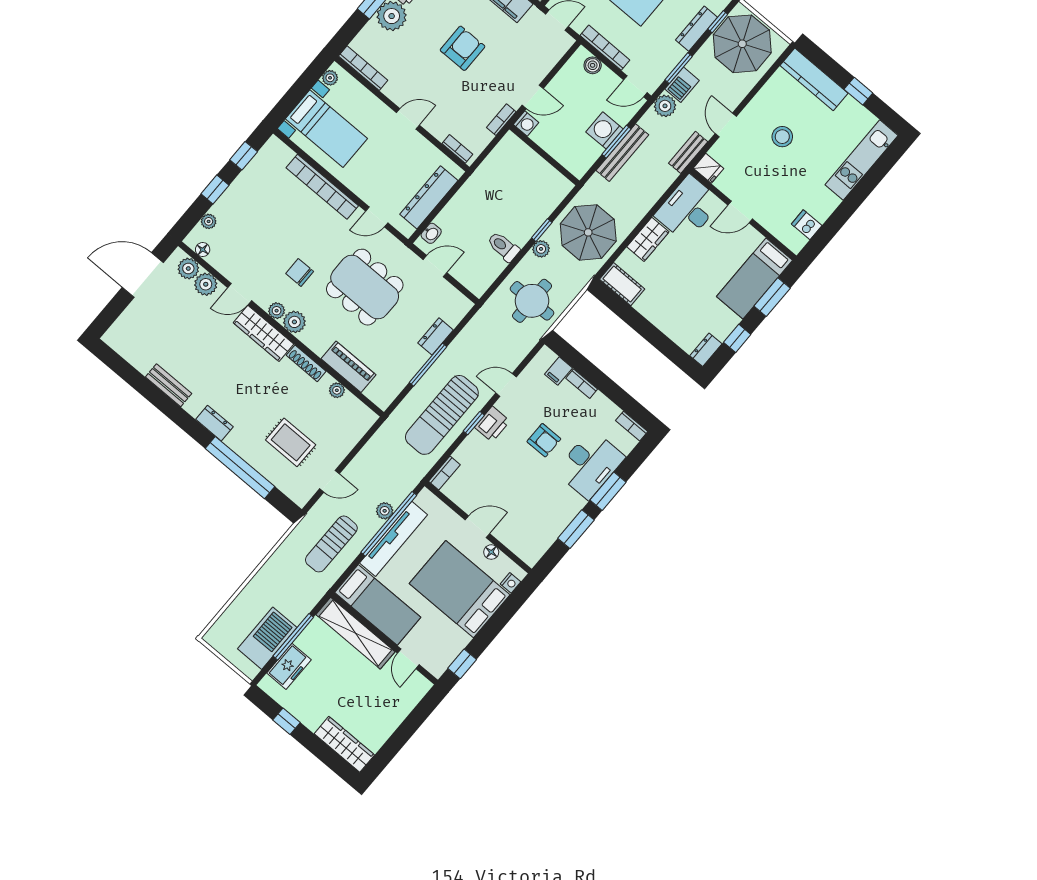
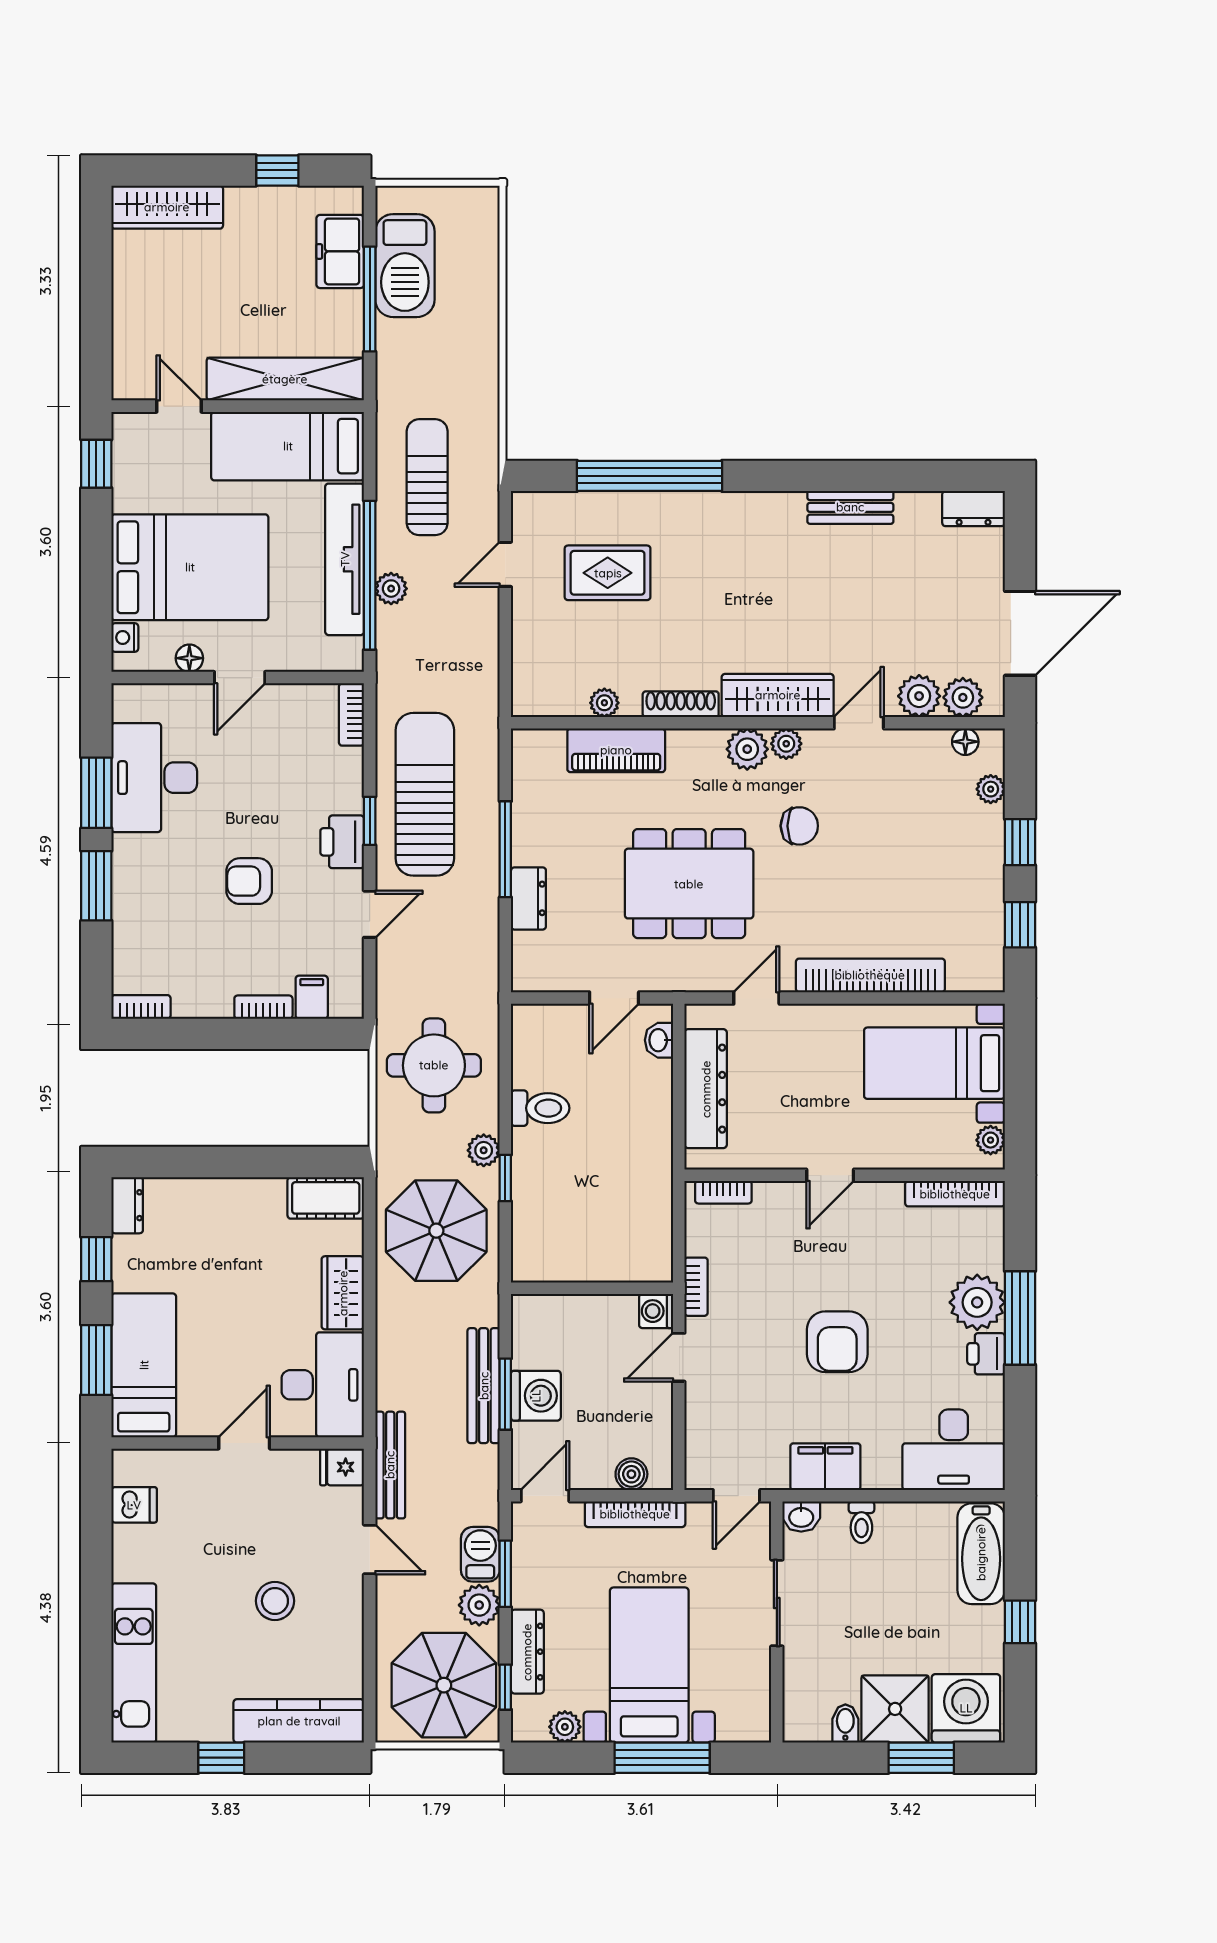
plant: (665, 106) -> (479, 1605), moved
bench: (688, 152) -> (390, 1465), width x1.36
dresser: (214, 423) -> (974, 509), moved
desk: (590, 464) -> (154, 778), moved

